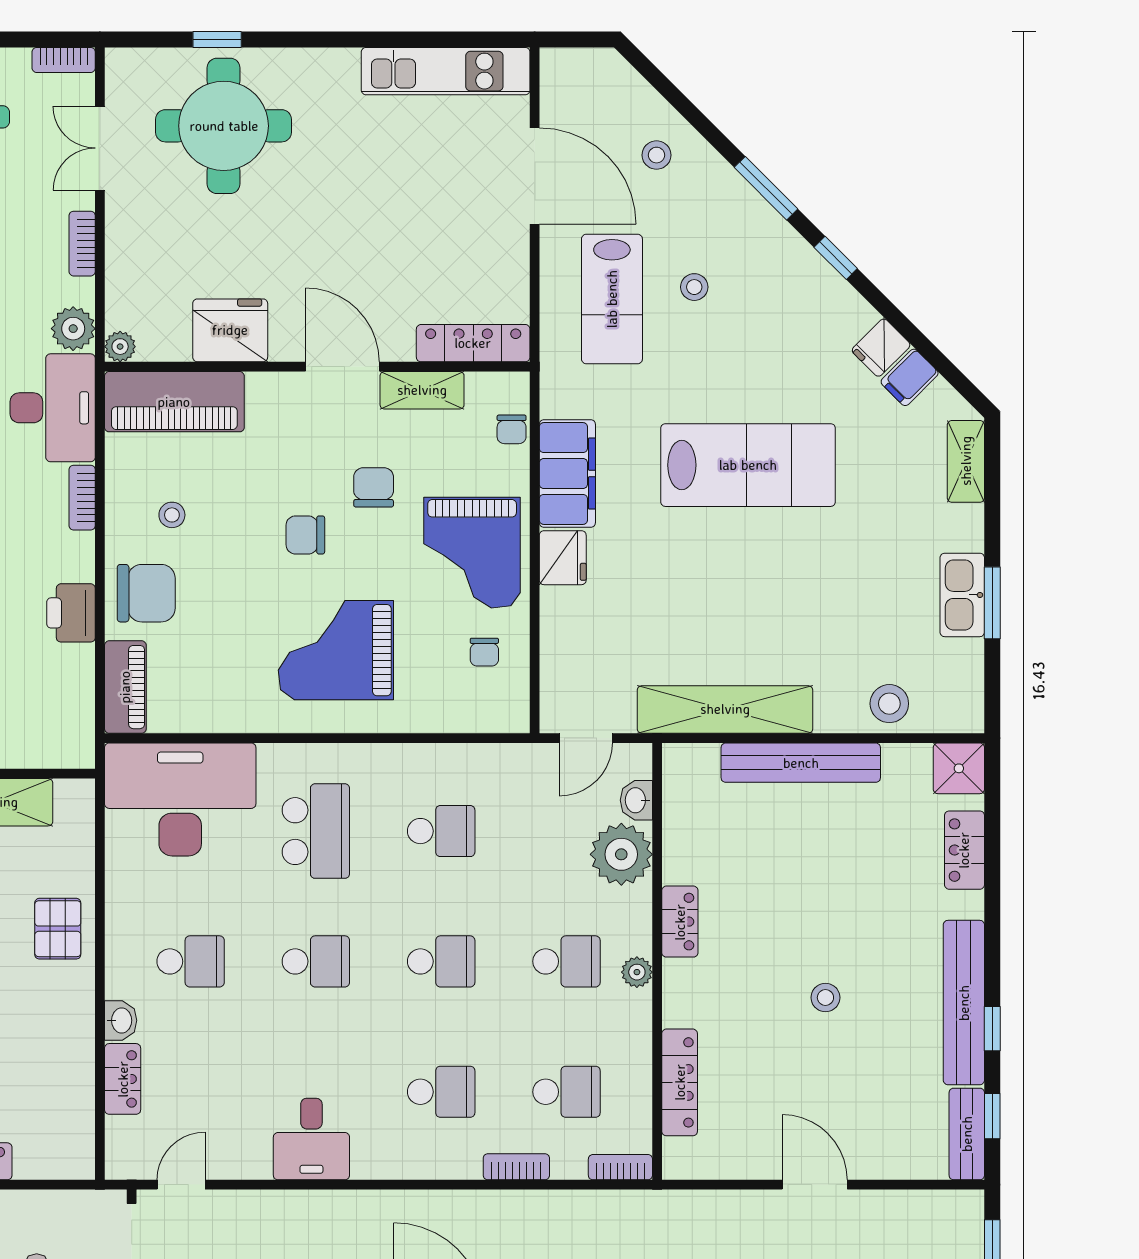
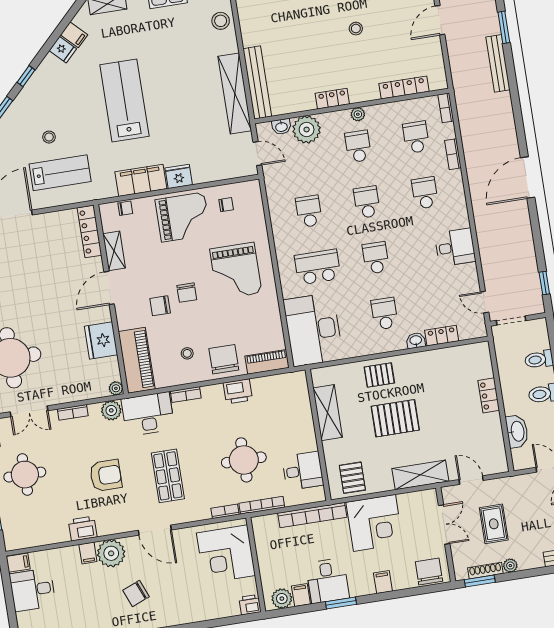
chair: (374, 487) -> (160, 306), moved
bench: (801, 763) -> (257, 83), moved

